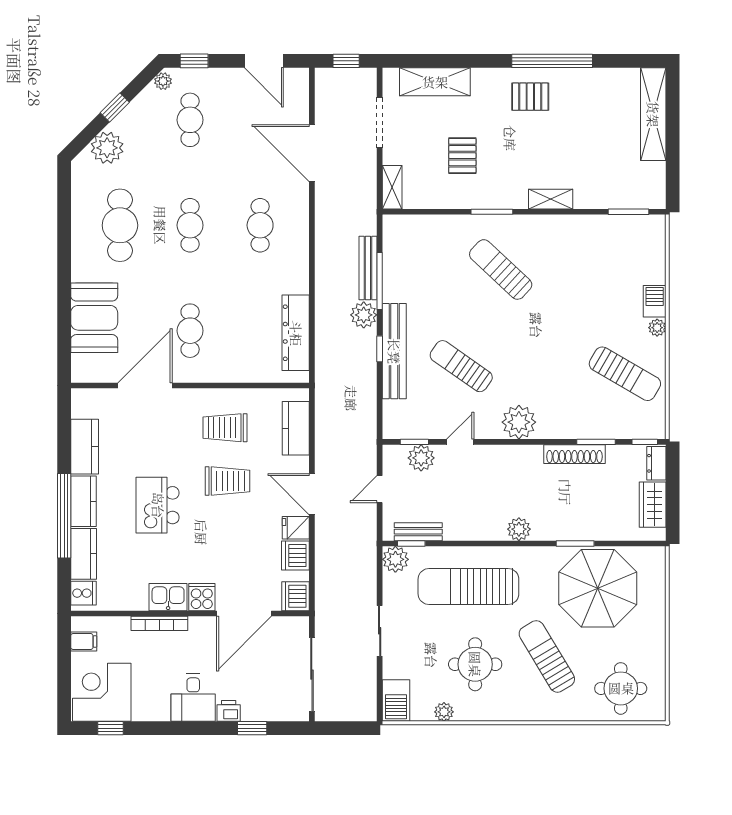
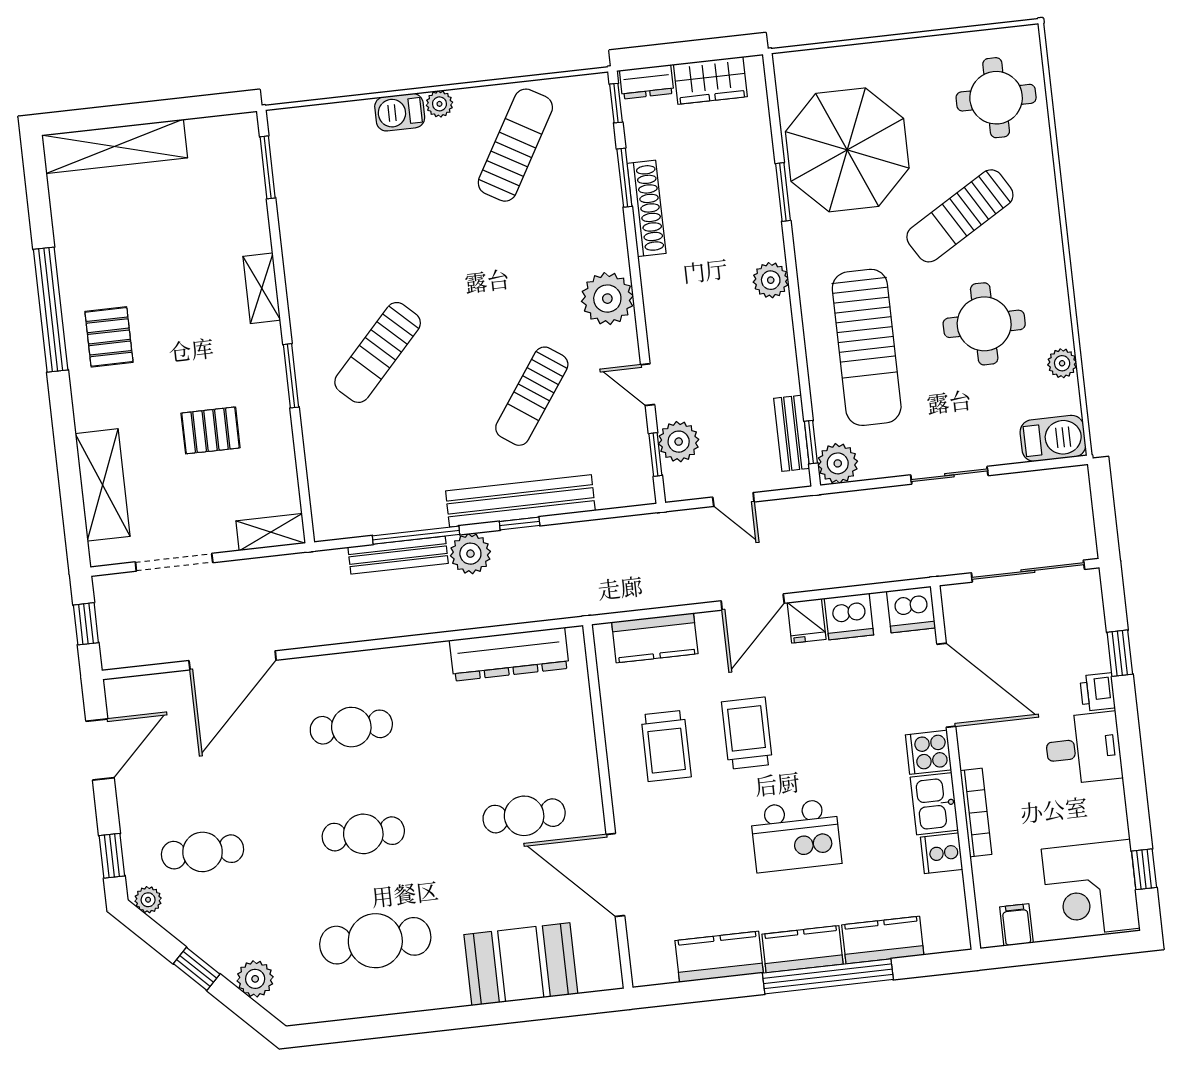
plant: (107, 148) -> (255, 979), width x0.73, depth x0.73
cooker: (83, 593) -> (942, 853), moved, turned -90

